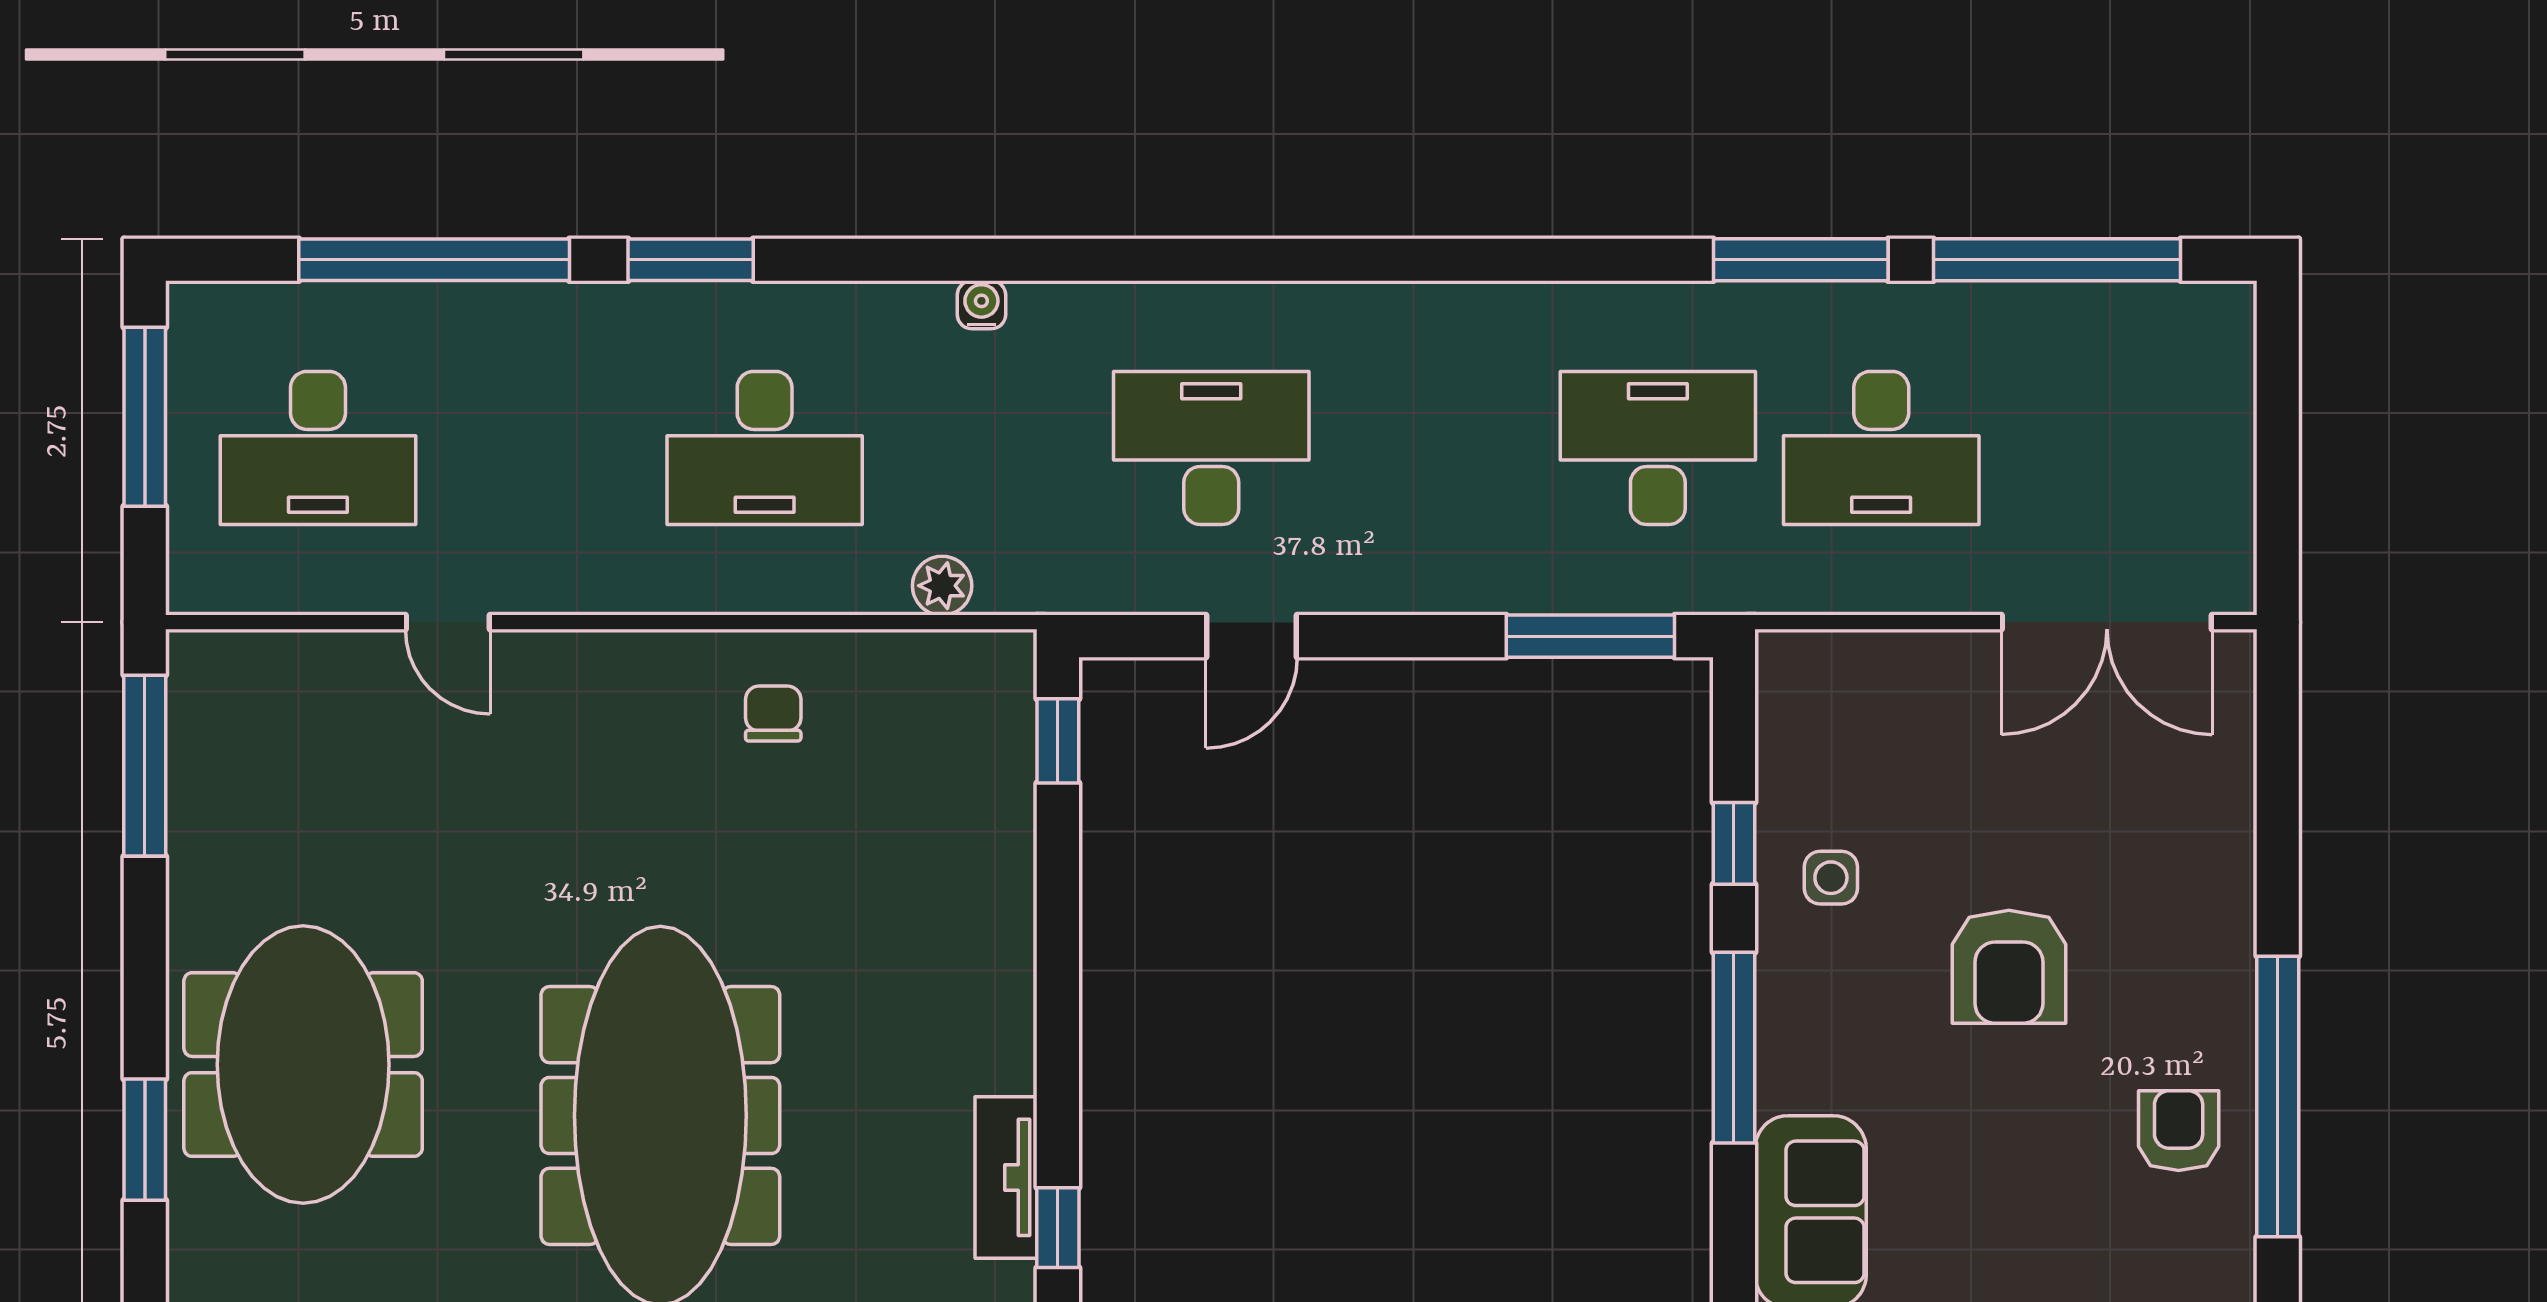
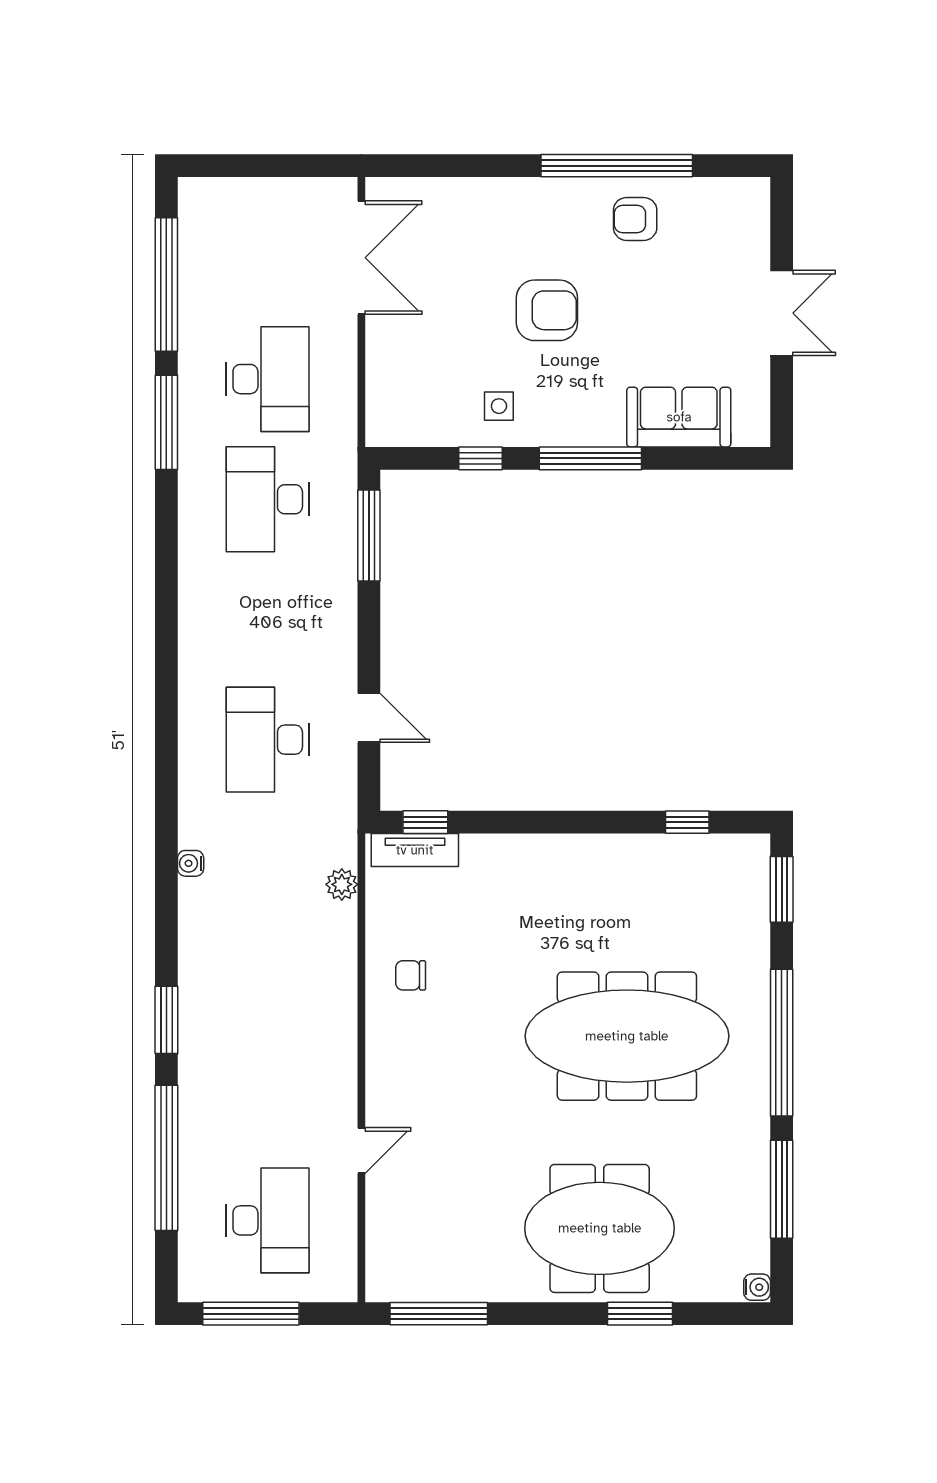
desk: (765, 448) -> (268, 980), removed
tv unit: (1006, 1177) -> (415, 850), moved

